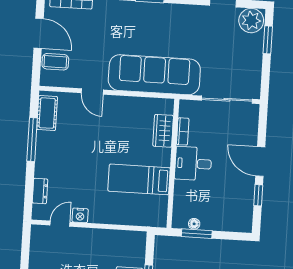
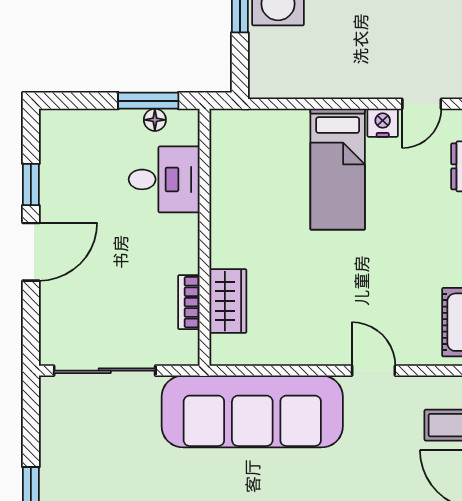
door: (260, 162) -> (31, 252), hinge flipped
desk: (193, 164) -> (164, 179), moved
bed: (139, 179) -> (338, 169), moved, turned 90

